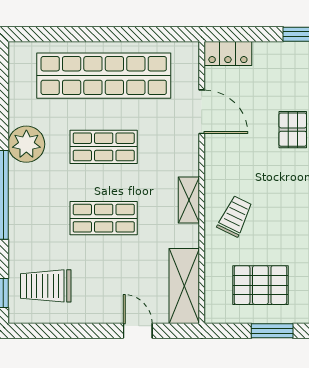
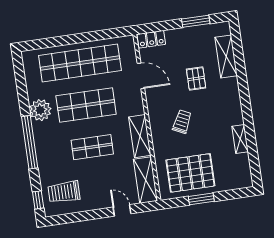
shop shelf: (104, 147) -> (86, 105), width x1.43, depth x1.36
shelving: (189, 200) -> (140, 136), width x1.50, depth x1.33
trolley: (235, 216) -> (182, 122), moved
pallet: (260, 285) -> (190, 173), width x1.37, depth x1.41

